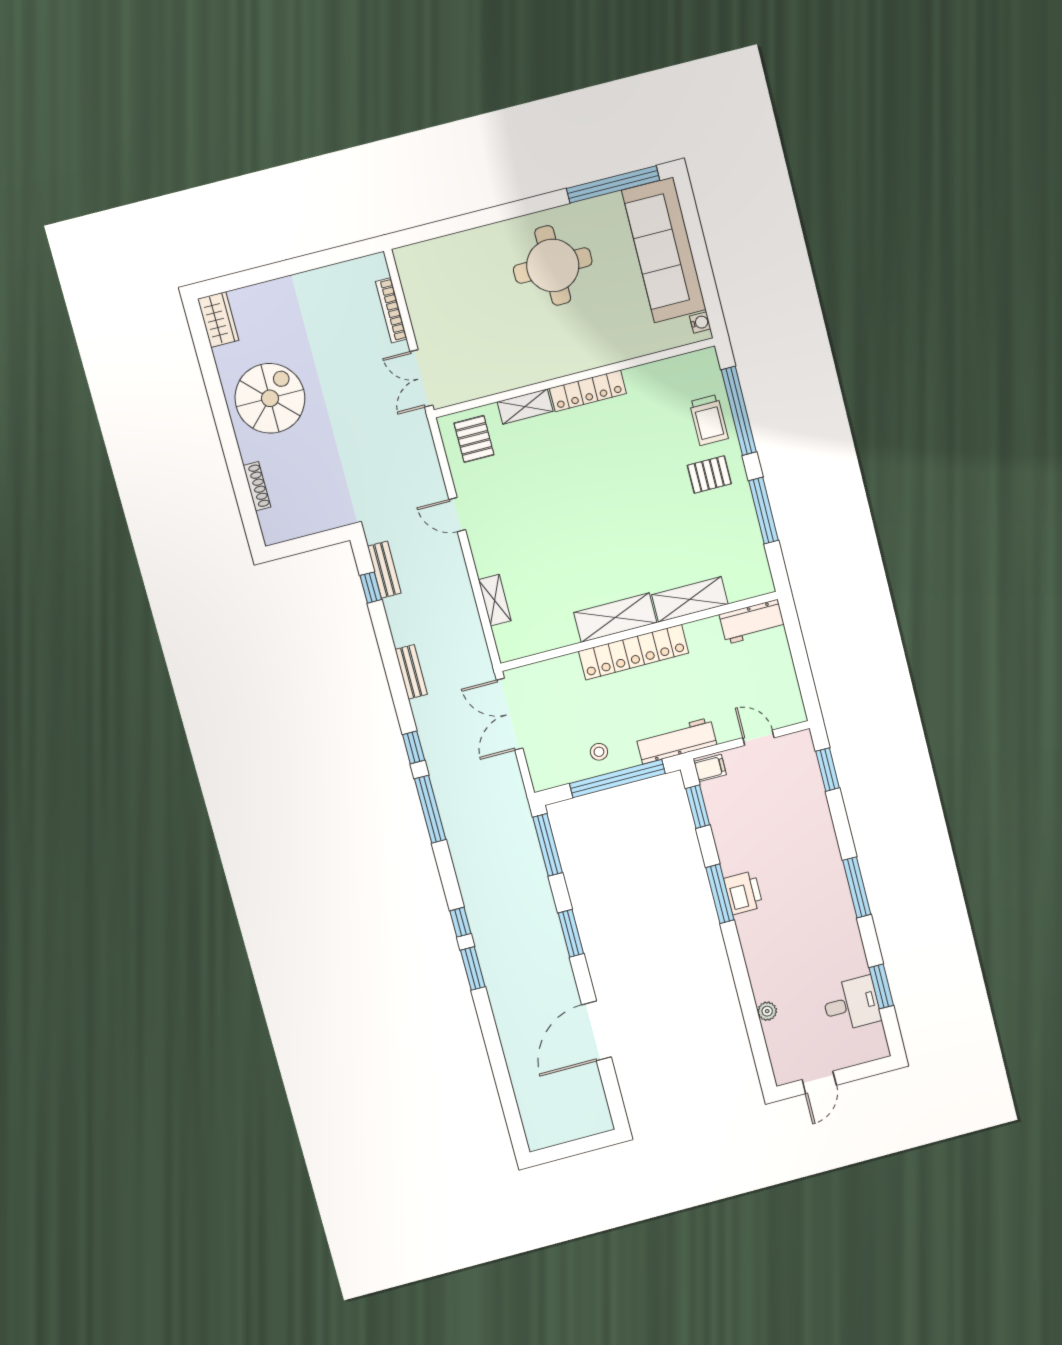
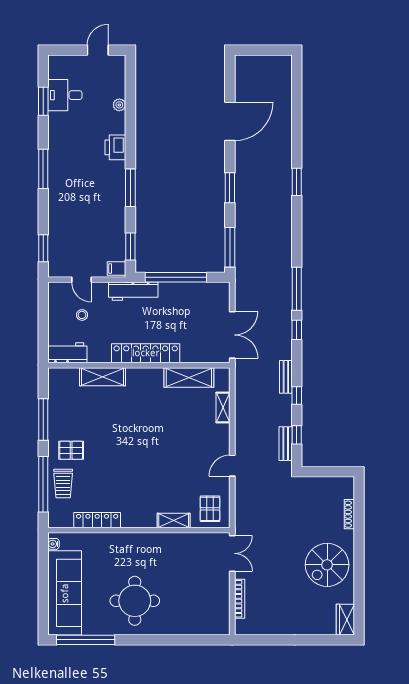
locker: (588, 391) -> (97, 520), moved
trolley: (709, 420) -> (63, 483), turned 180
door: (457, 515) -> (232, 466), swing flipped
shelving: (615, 618) -> (189, 377), moved
stool: (599, 752) -> (82, 315), moved
printer: (743, 893) -> (115, 147), moved
window: (460, 922) -> (297, 396), moved

